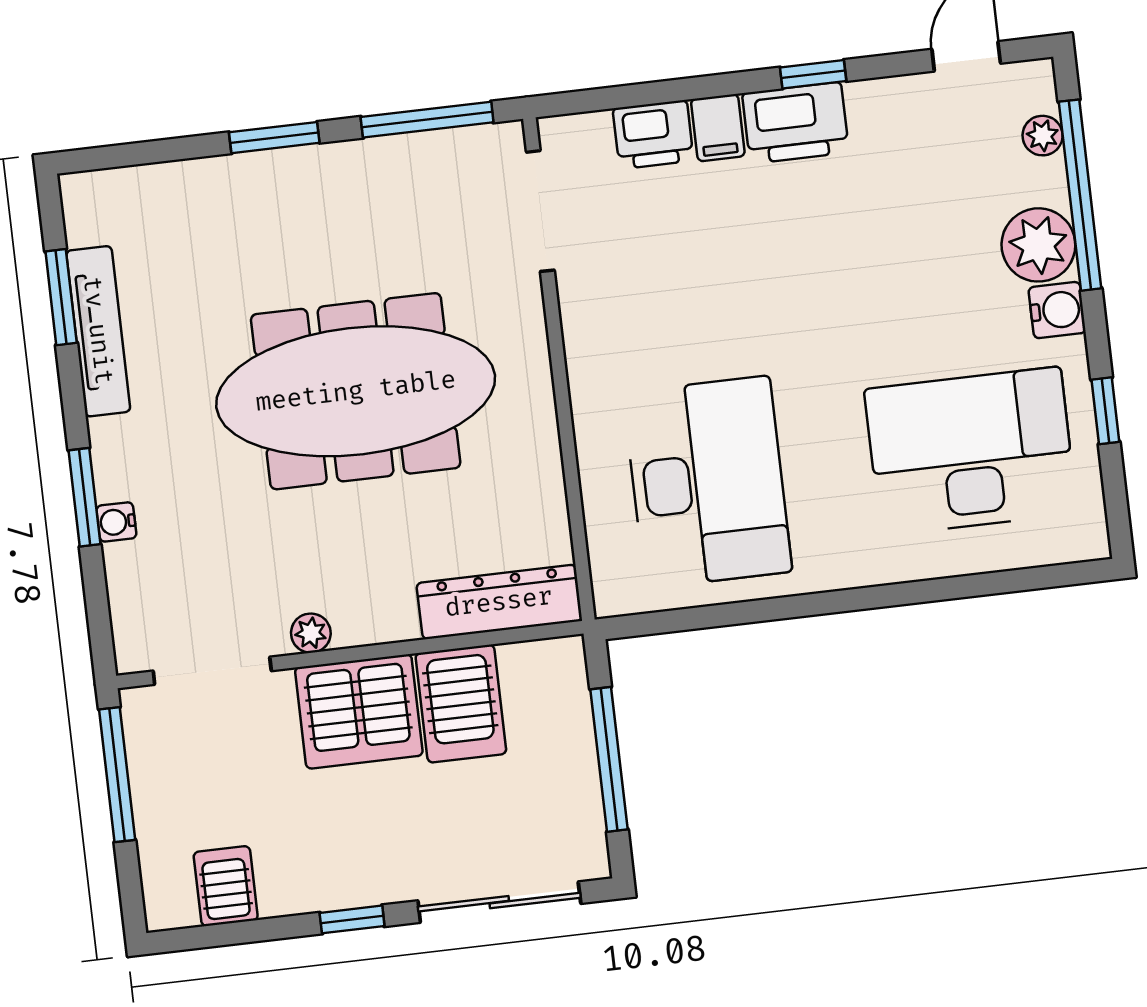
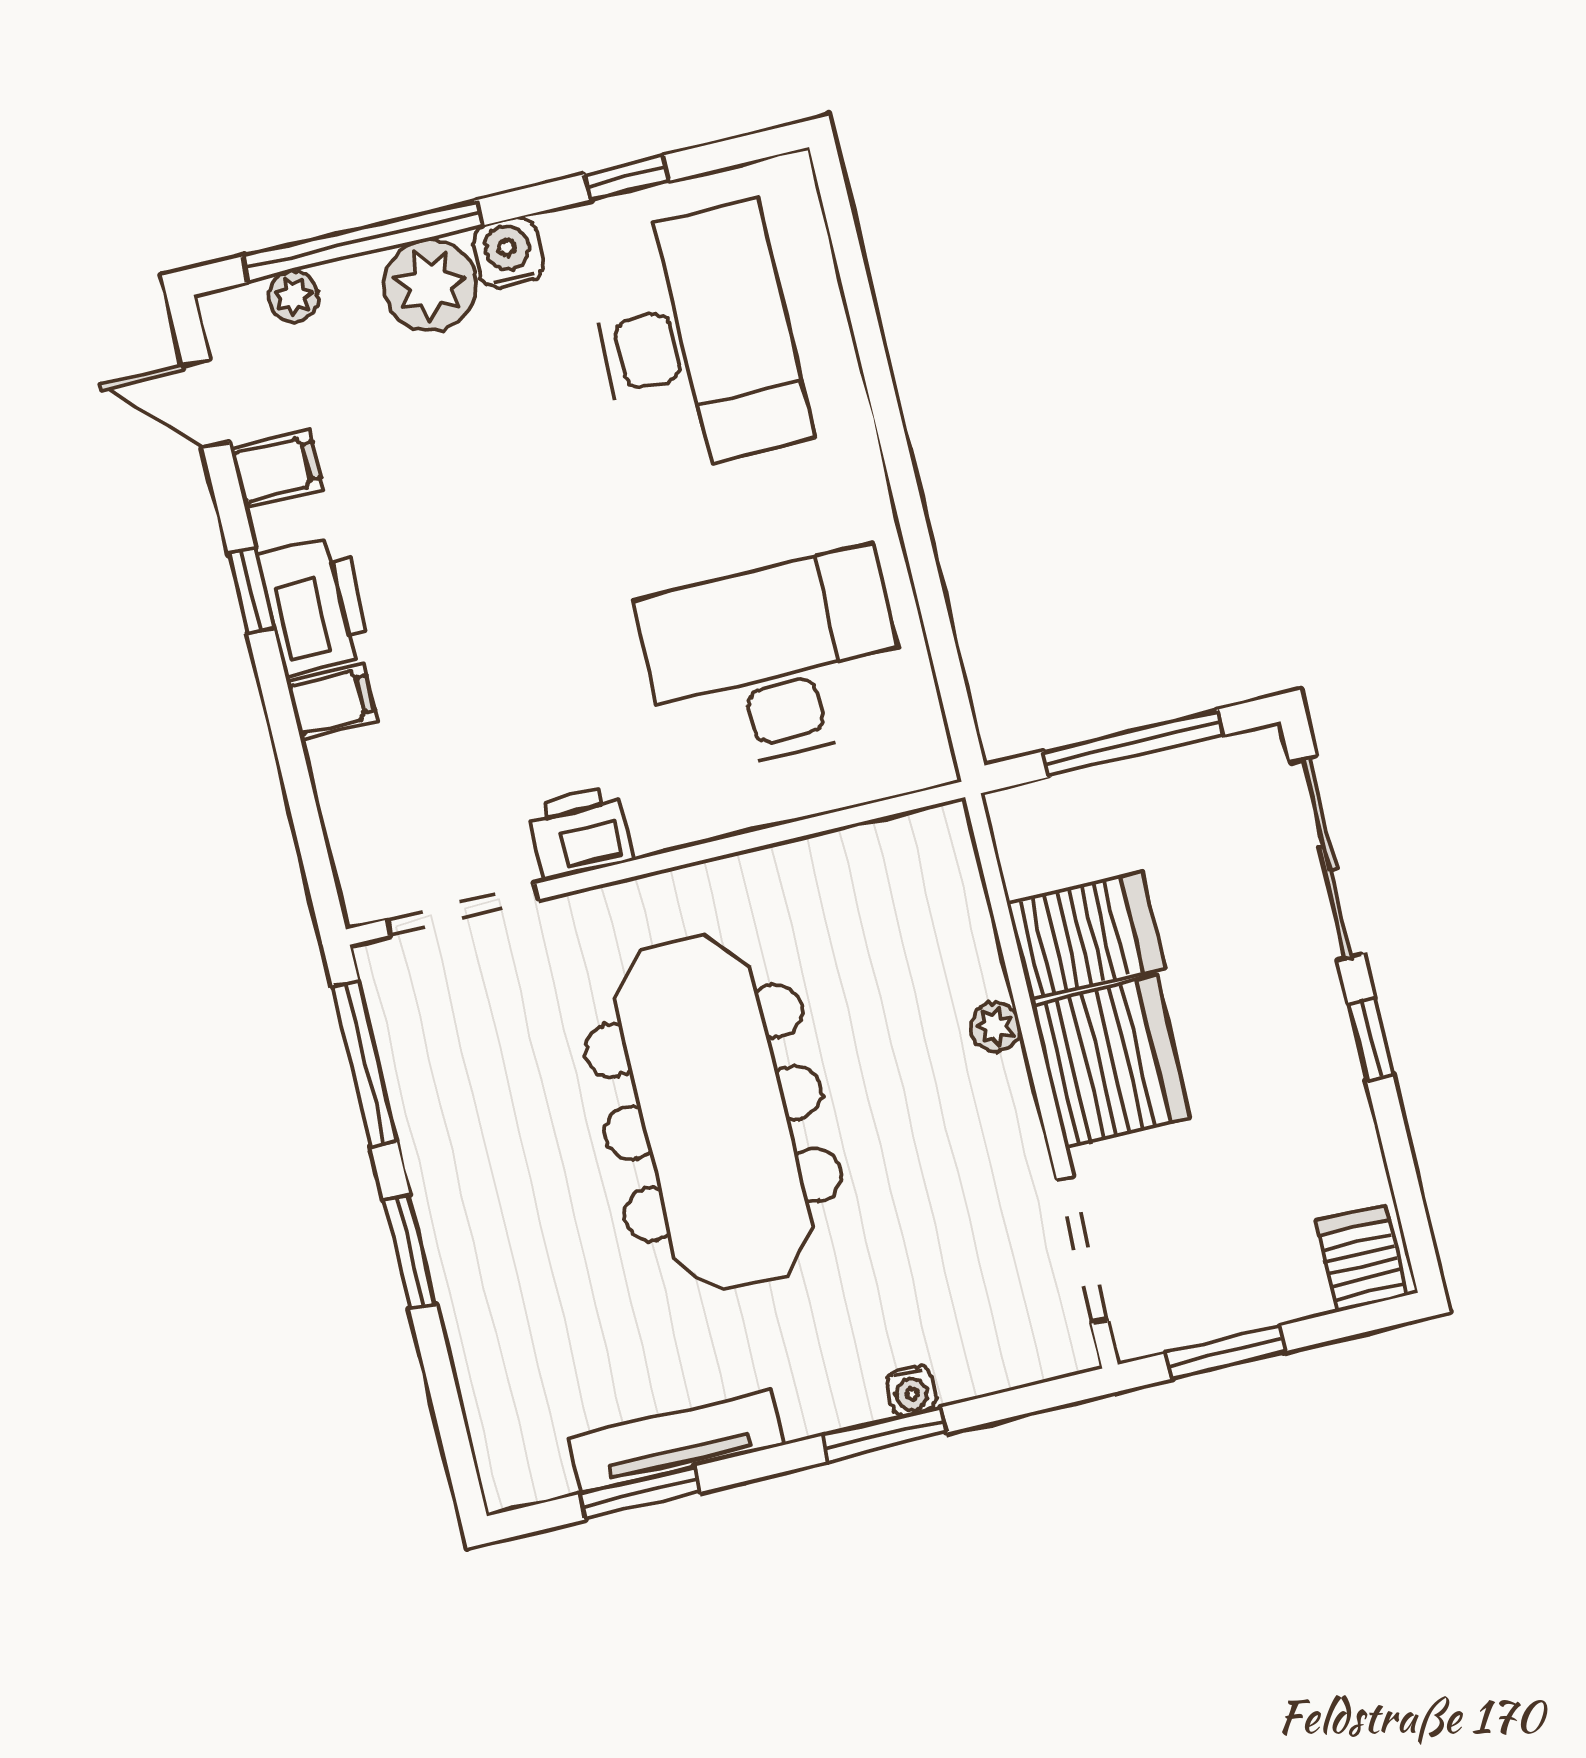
filing cabinet: (907, 106) -> (277, 469), added
printer: (653, 135) -> (580, 834), moved, turned -90
desk: (971, 451) -> (696, 339), turned 180
dresser: (499, 602) -> (954, 903), removed
plant: (311, 633) -> (995, 1027), moved
window: (117, 775) -> (1225, 1352), width x0.69
server rack: (226, 886) -> (1361, 1258), moved, turned 90

